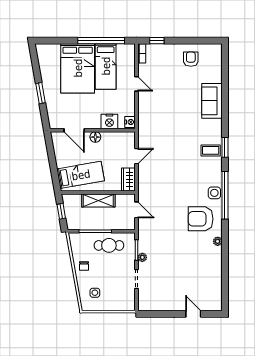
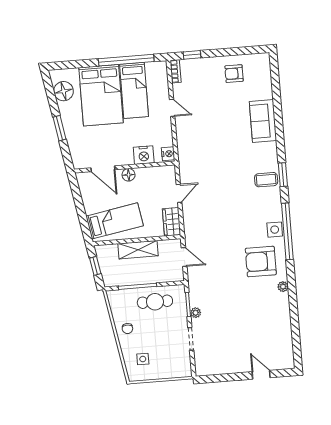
armchair: (191, 59) -> (234, 74), turned -90
floor lamp: (46, 62) -> (64, 91), added

